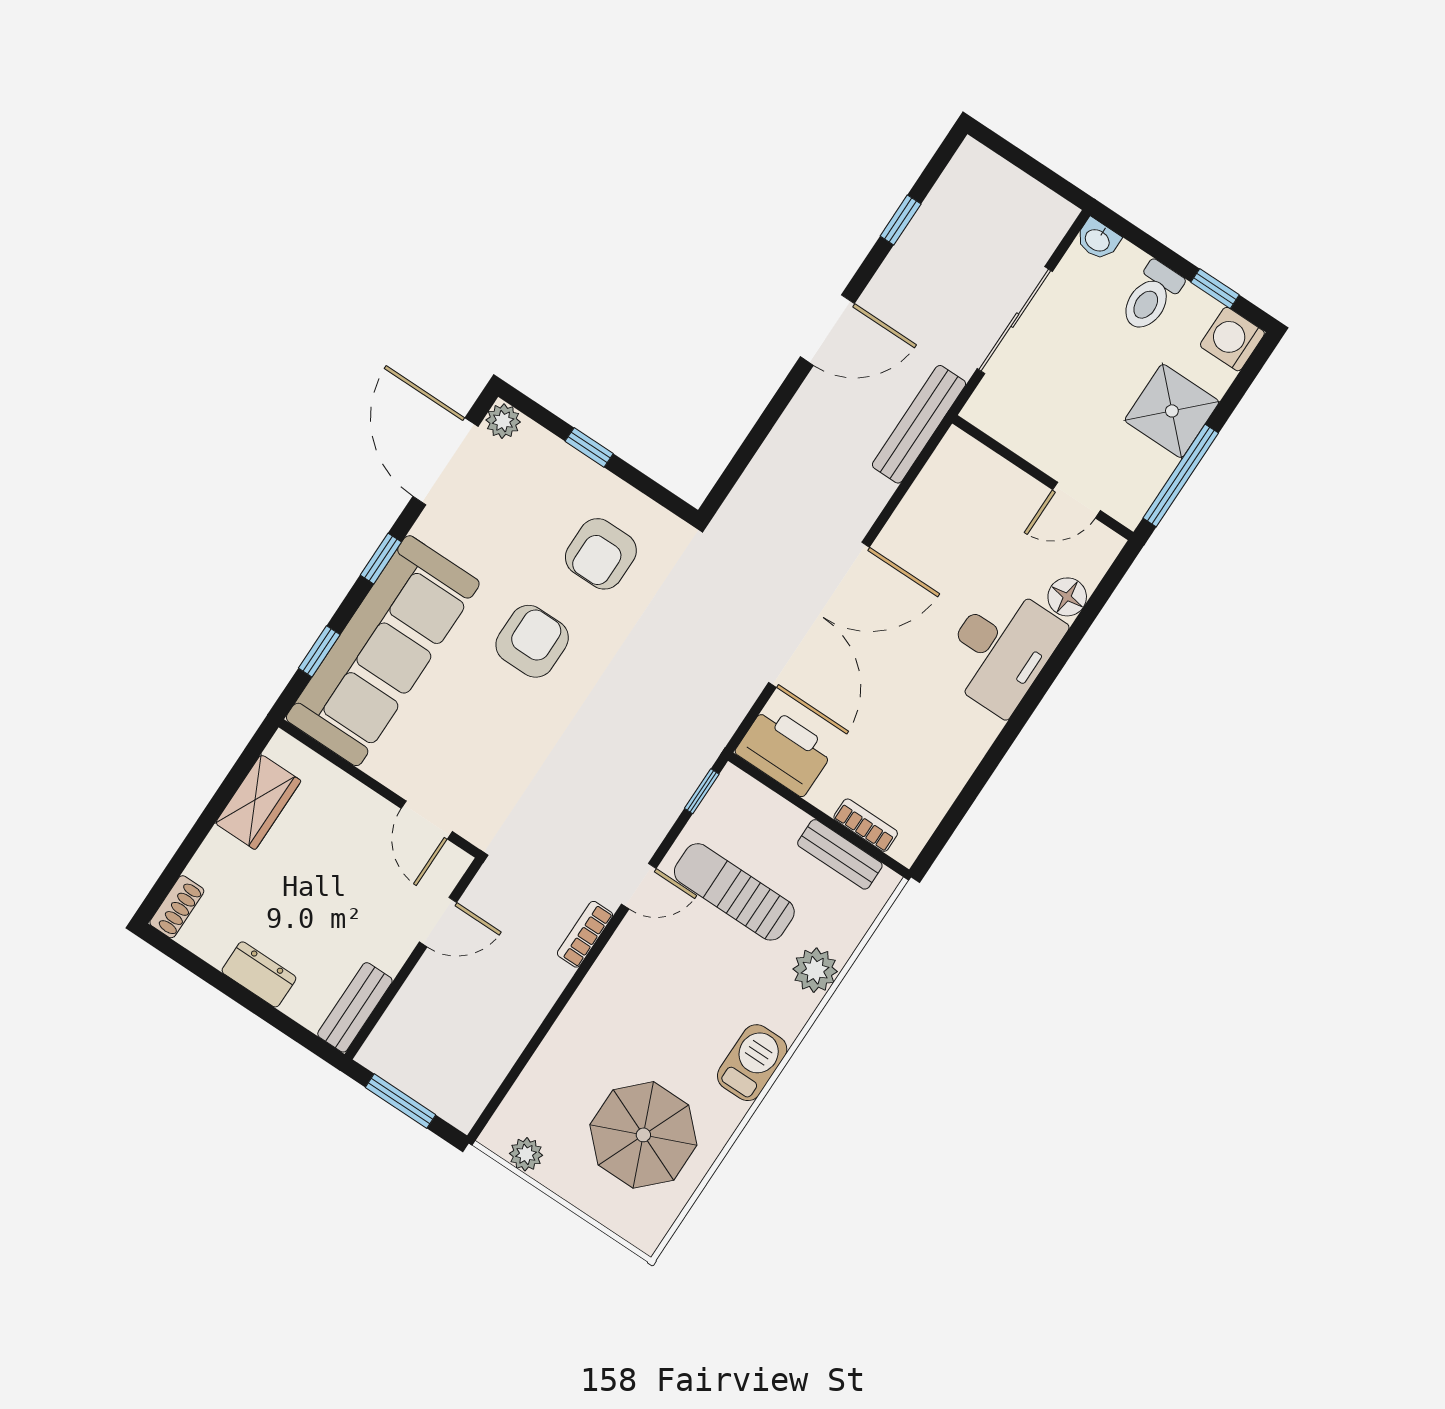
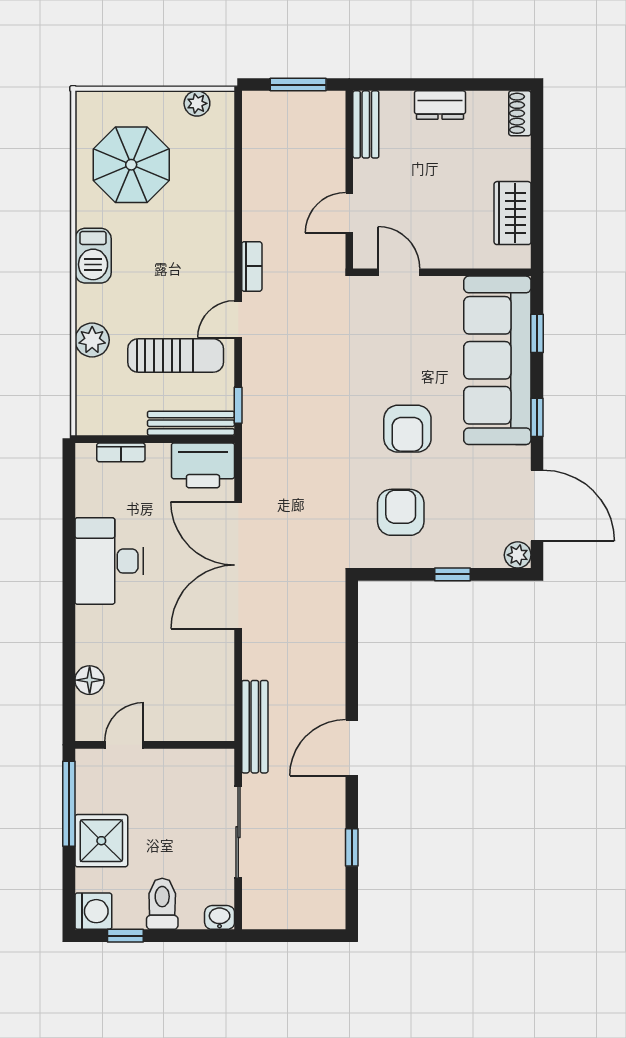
desk: (1001, 649) -> (109, 561), moved
bench: (840, 854) -> (191, 423), moved, width x1.36

